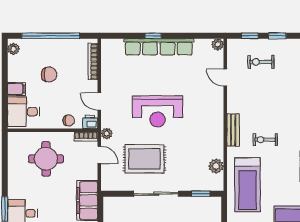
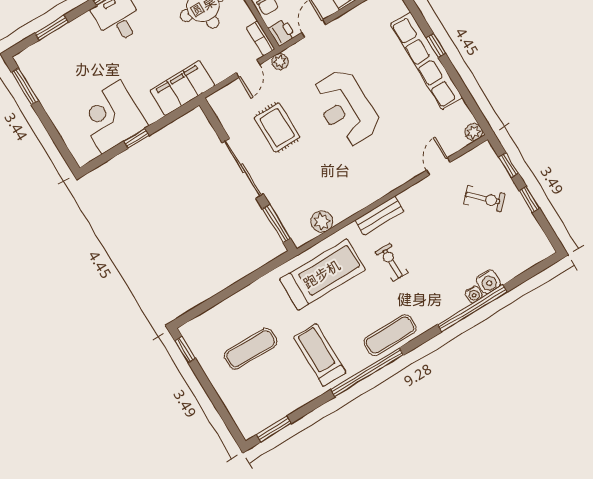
exercise bike: (261, 62) -> (484, 199), turned 134
rug: (144, 159) -> (277, 127), width x0.73, depth x0.70
treadmill: (247, 185) -> (322, 274), turned 180
window: (201, 194) -> (276, 223), width x1.50

